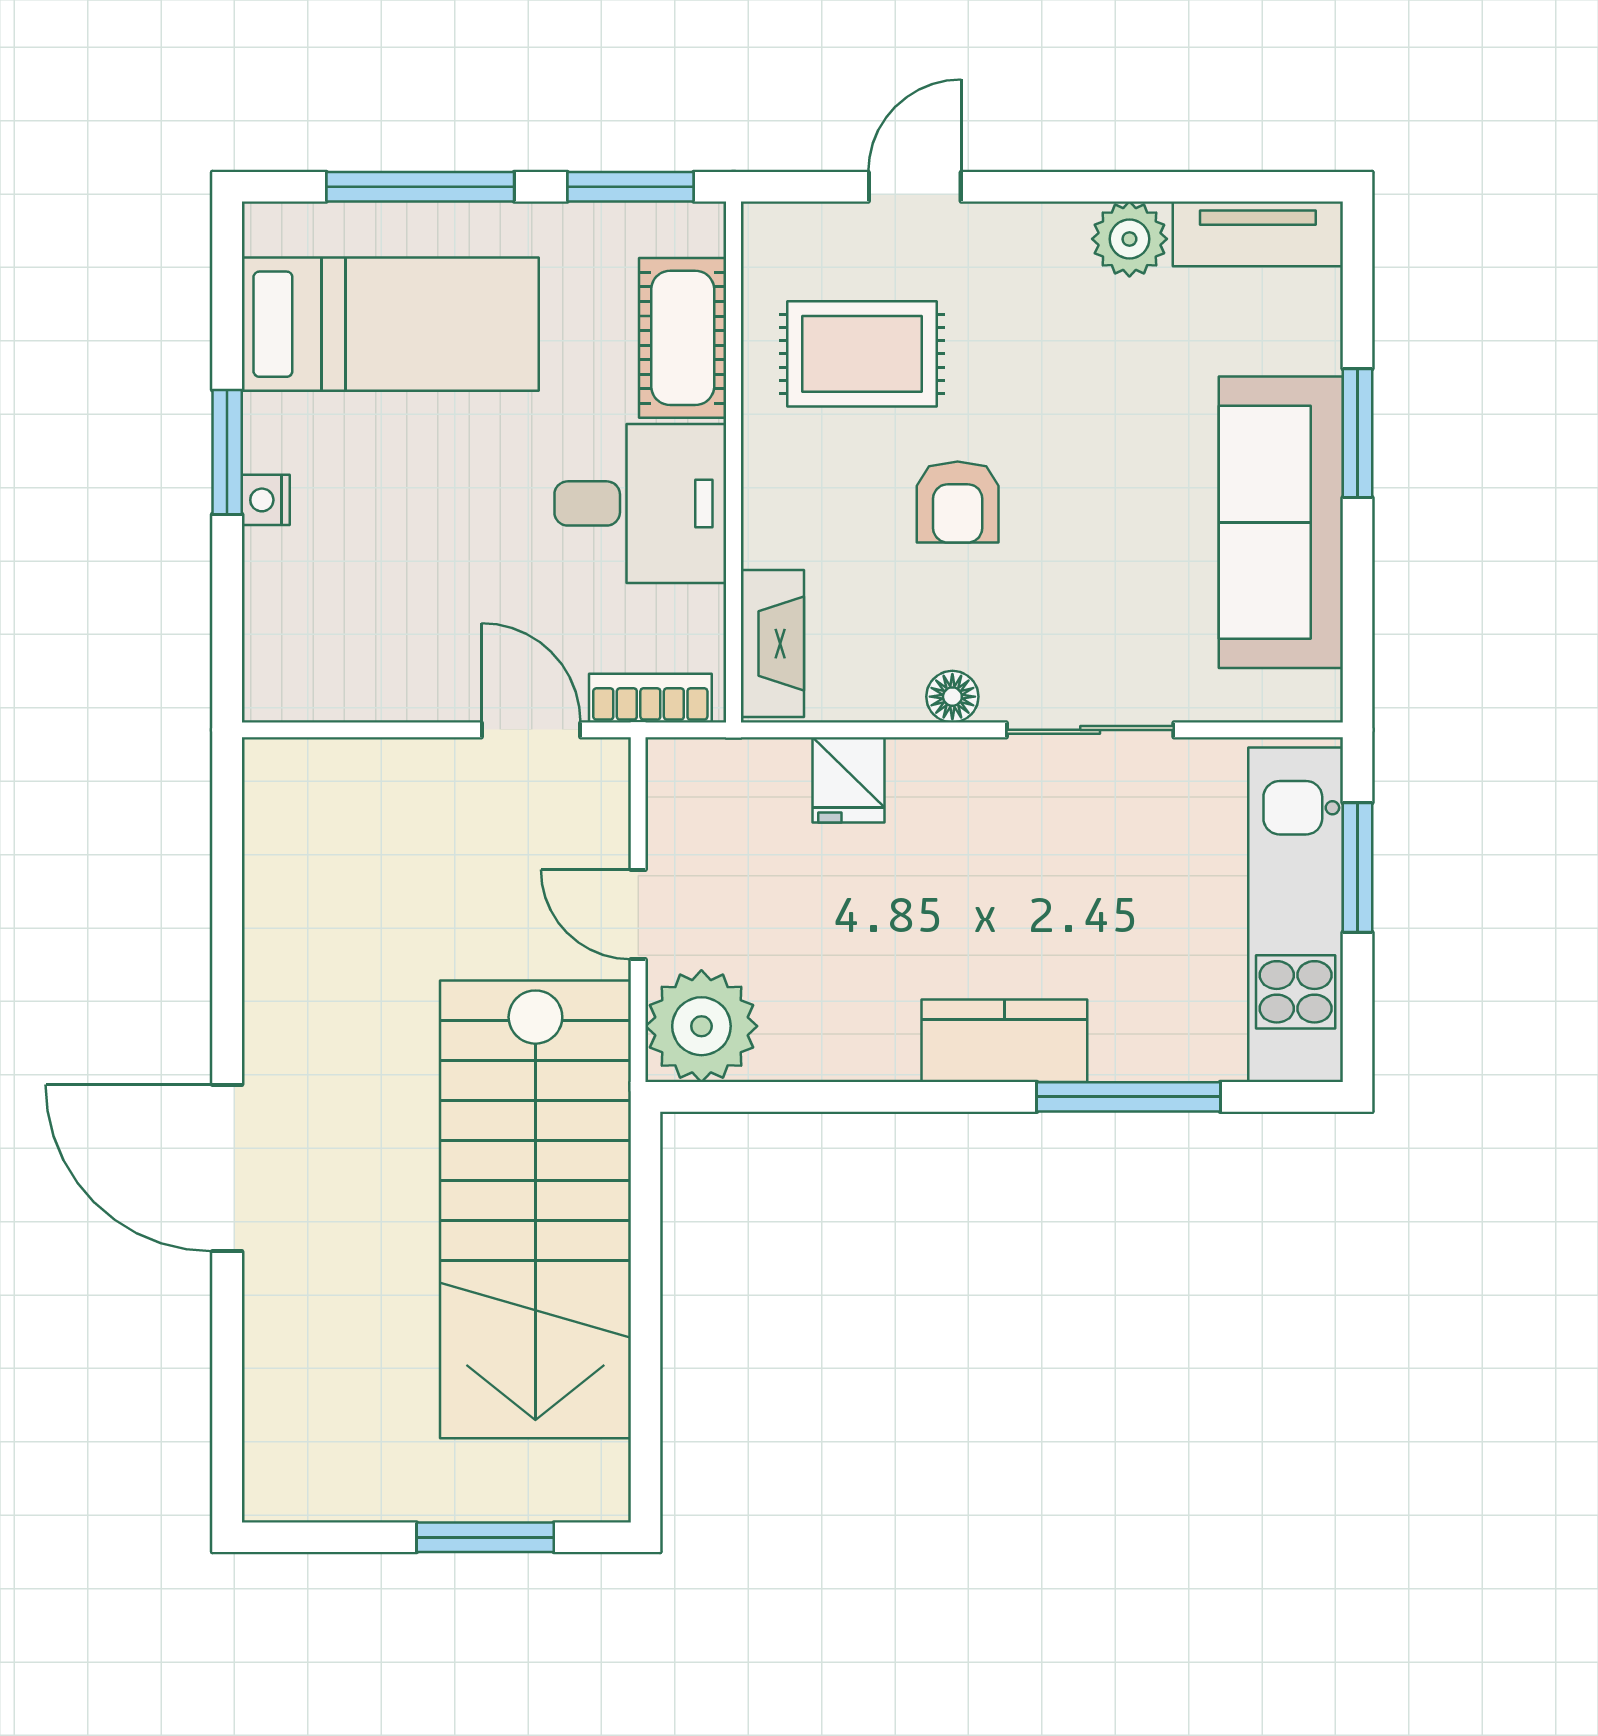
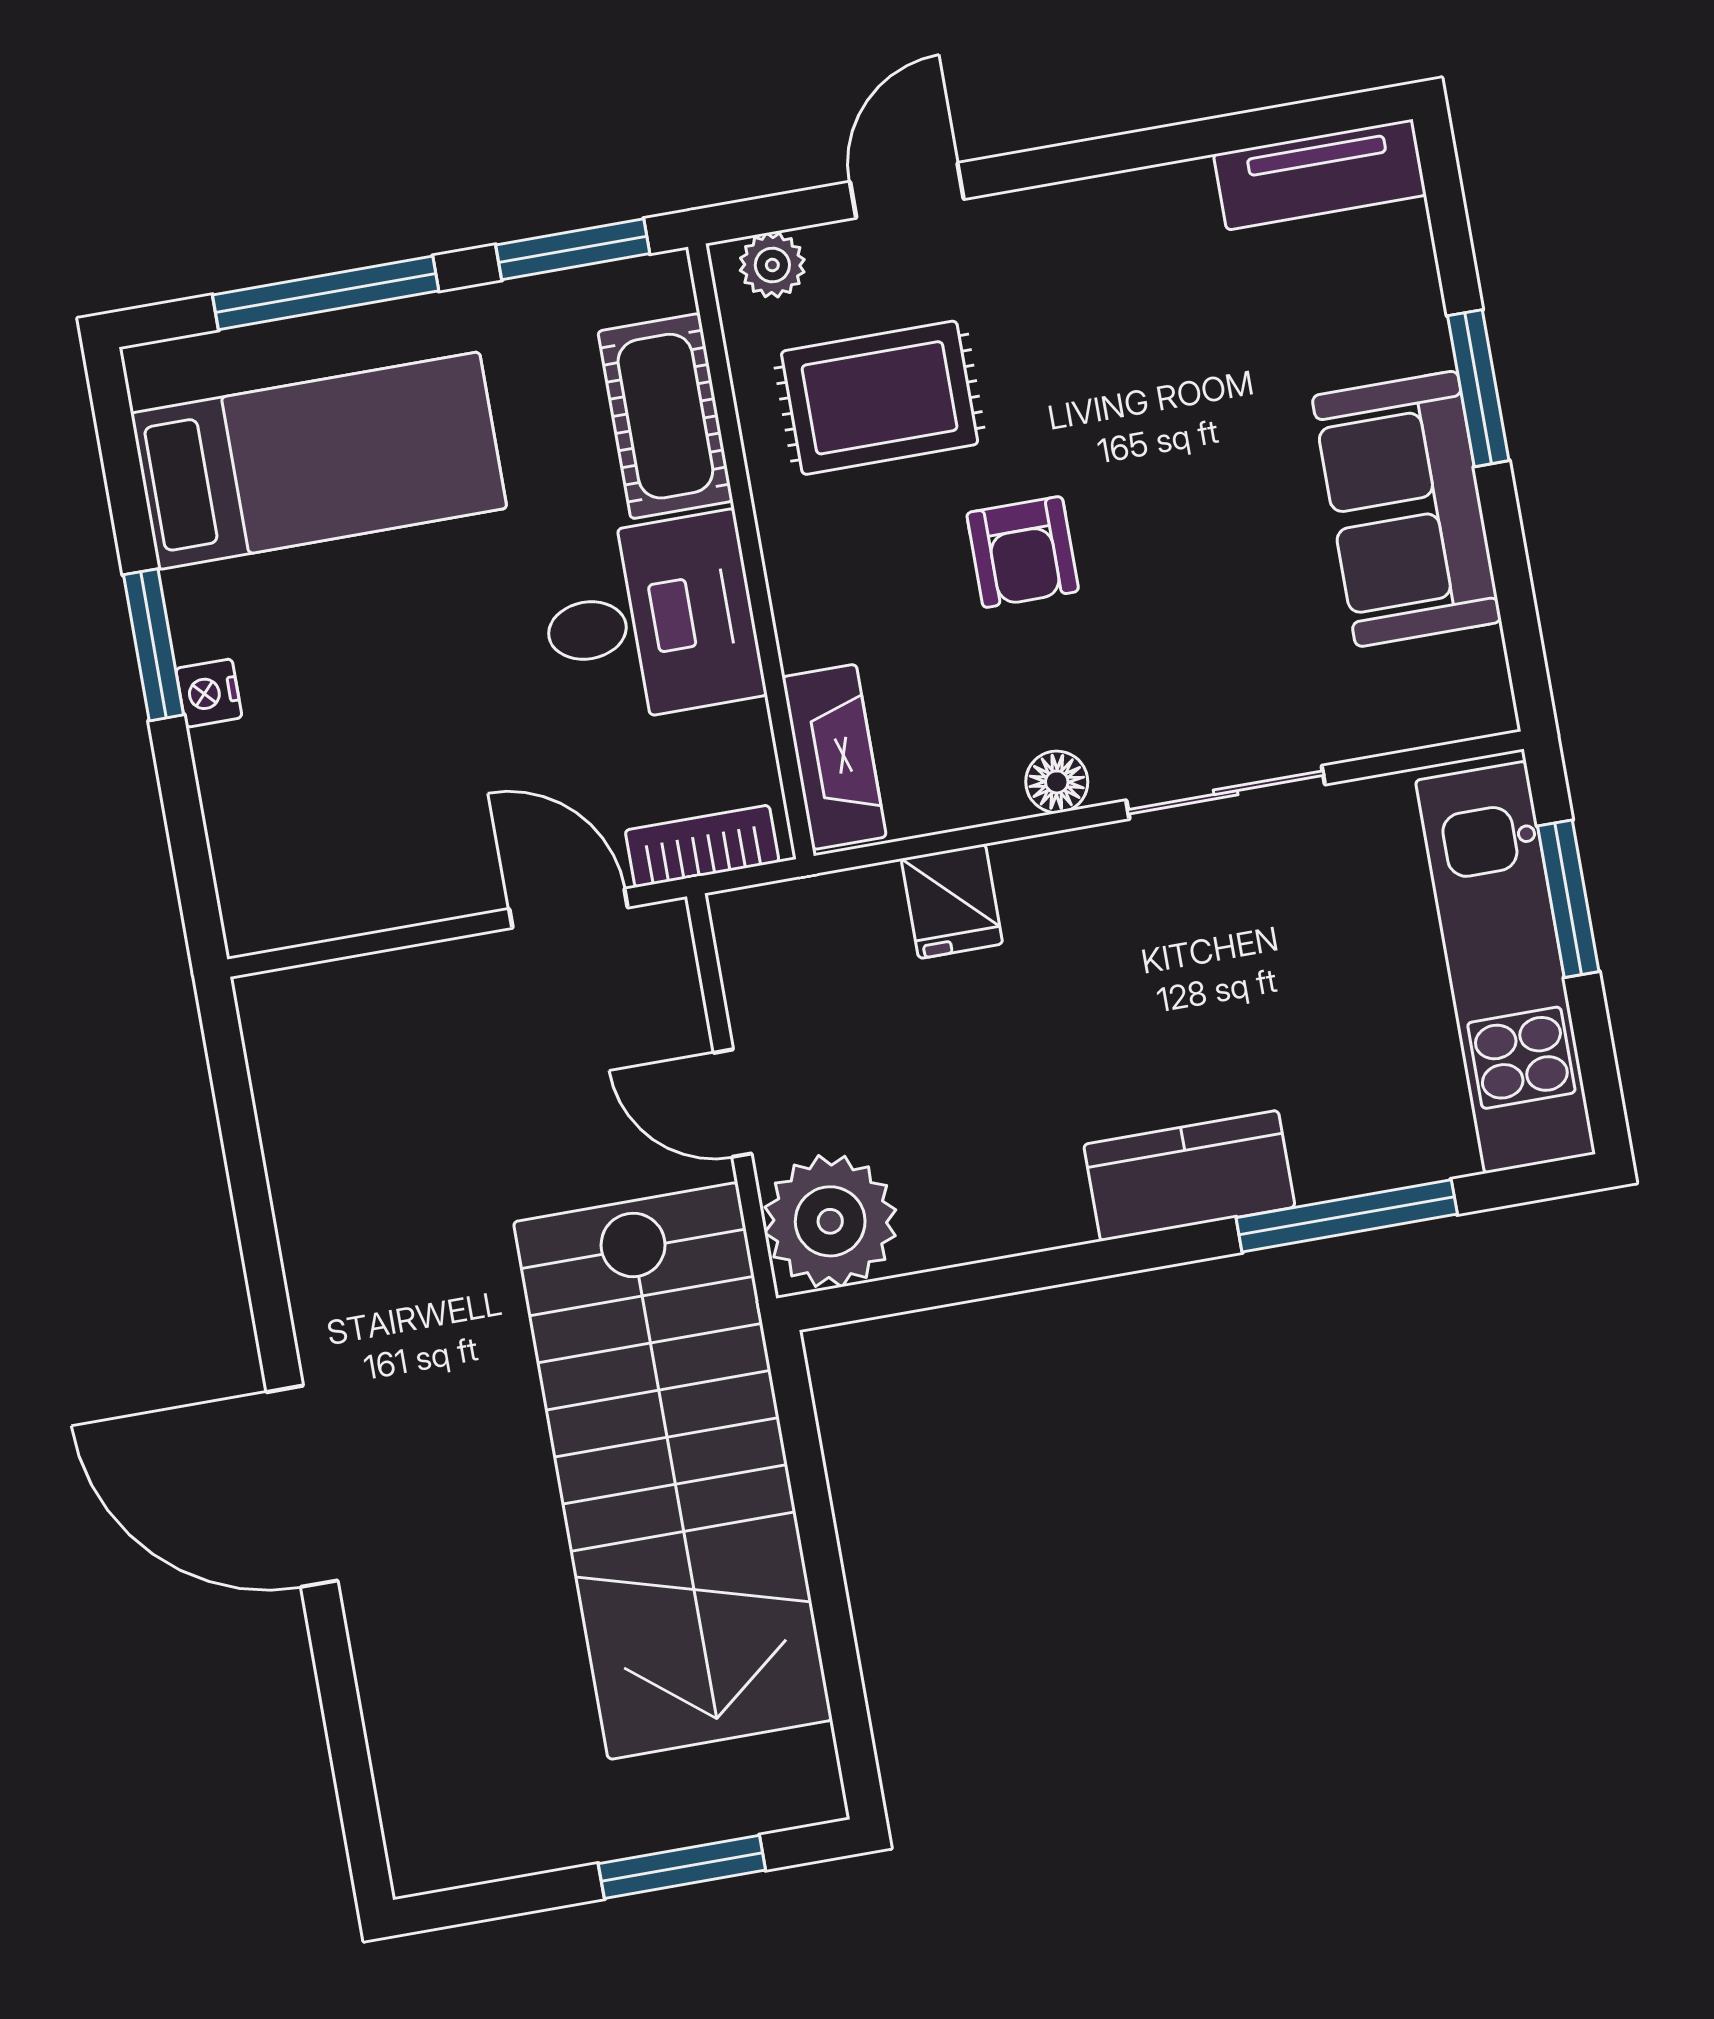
plant: (1129, 239) -> (772, 265), moved, width x0.73, depth x0.73
sofa: (1281, 522) -> (1407, 509), width x0.73

